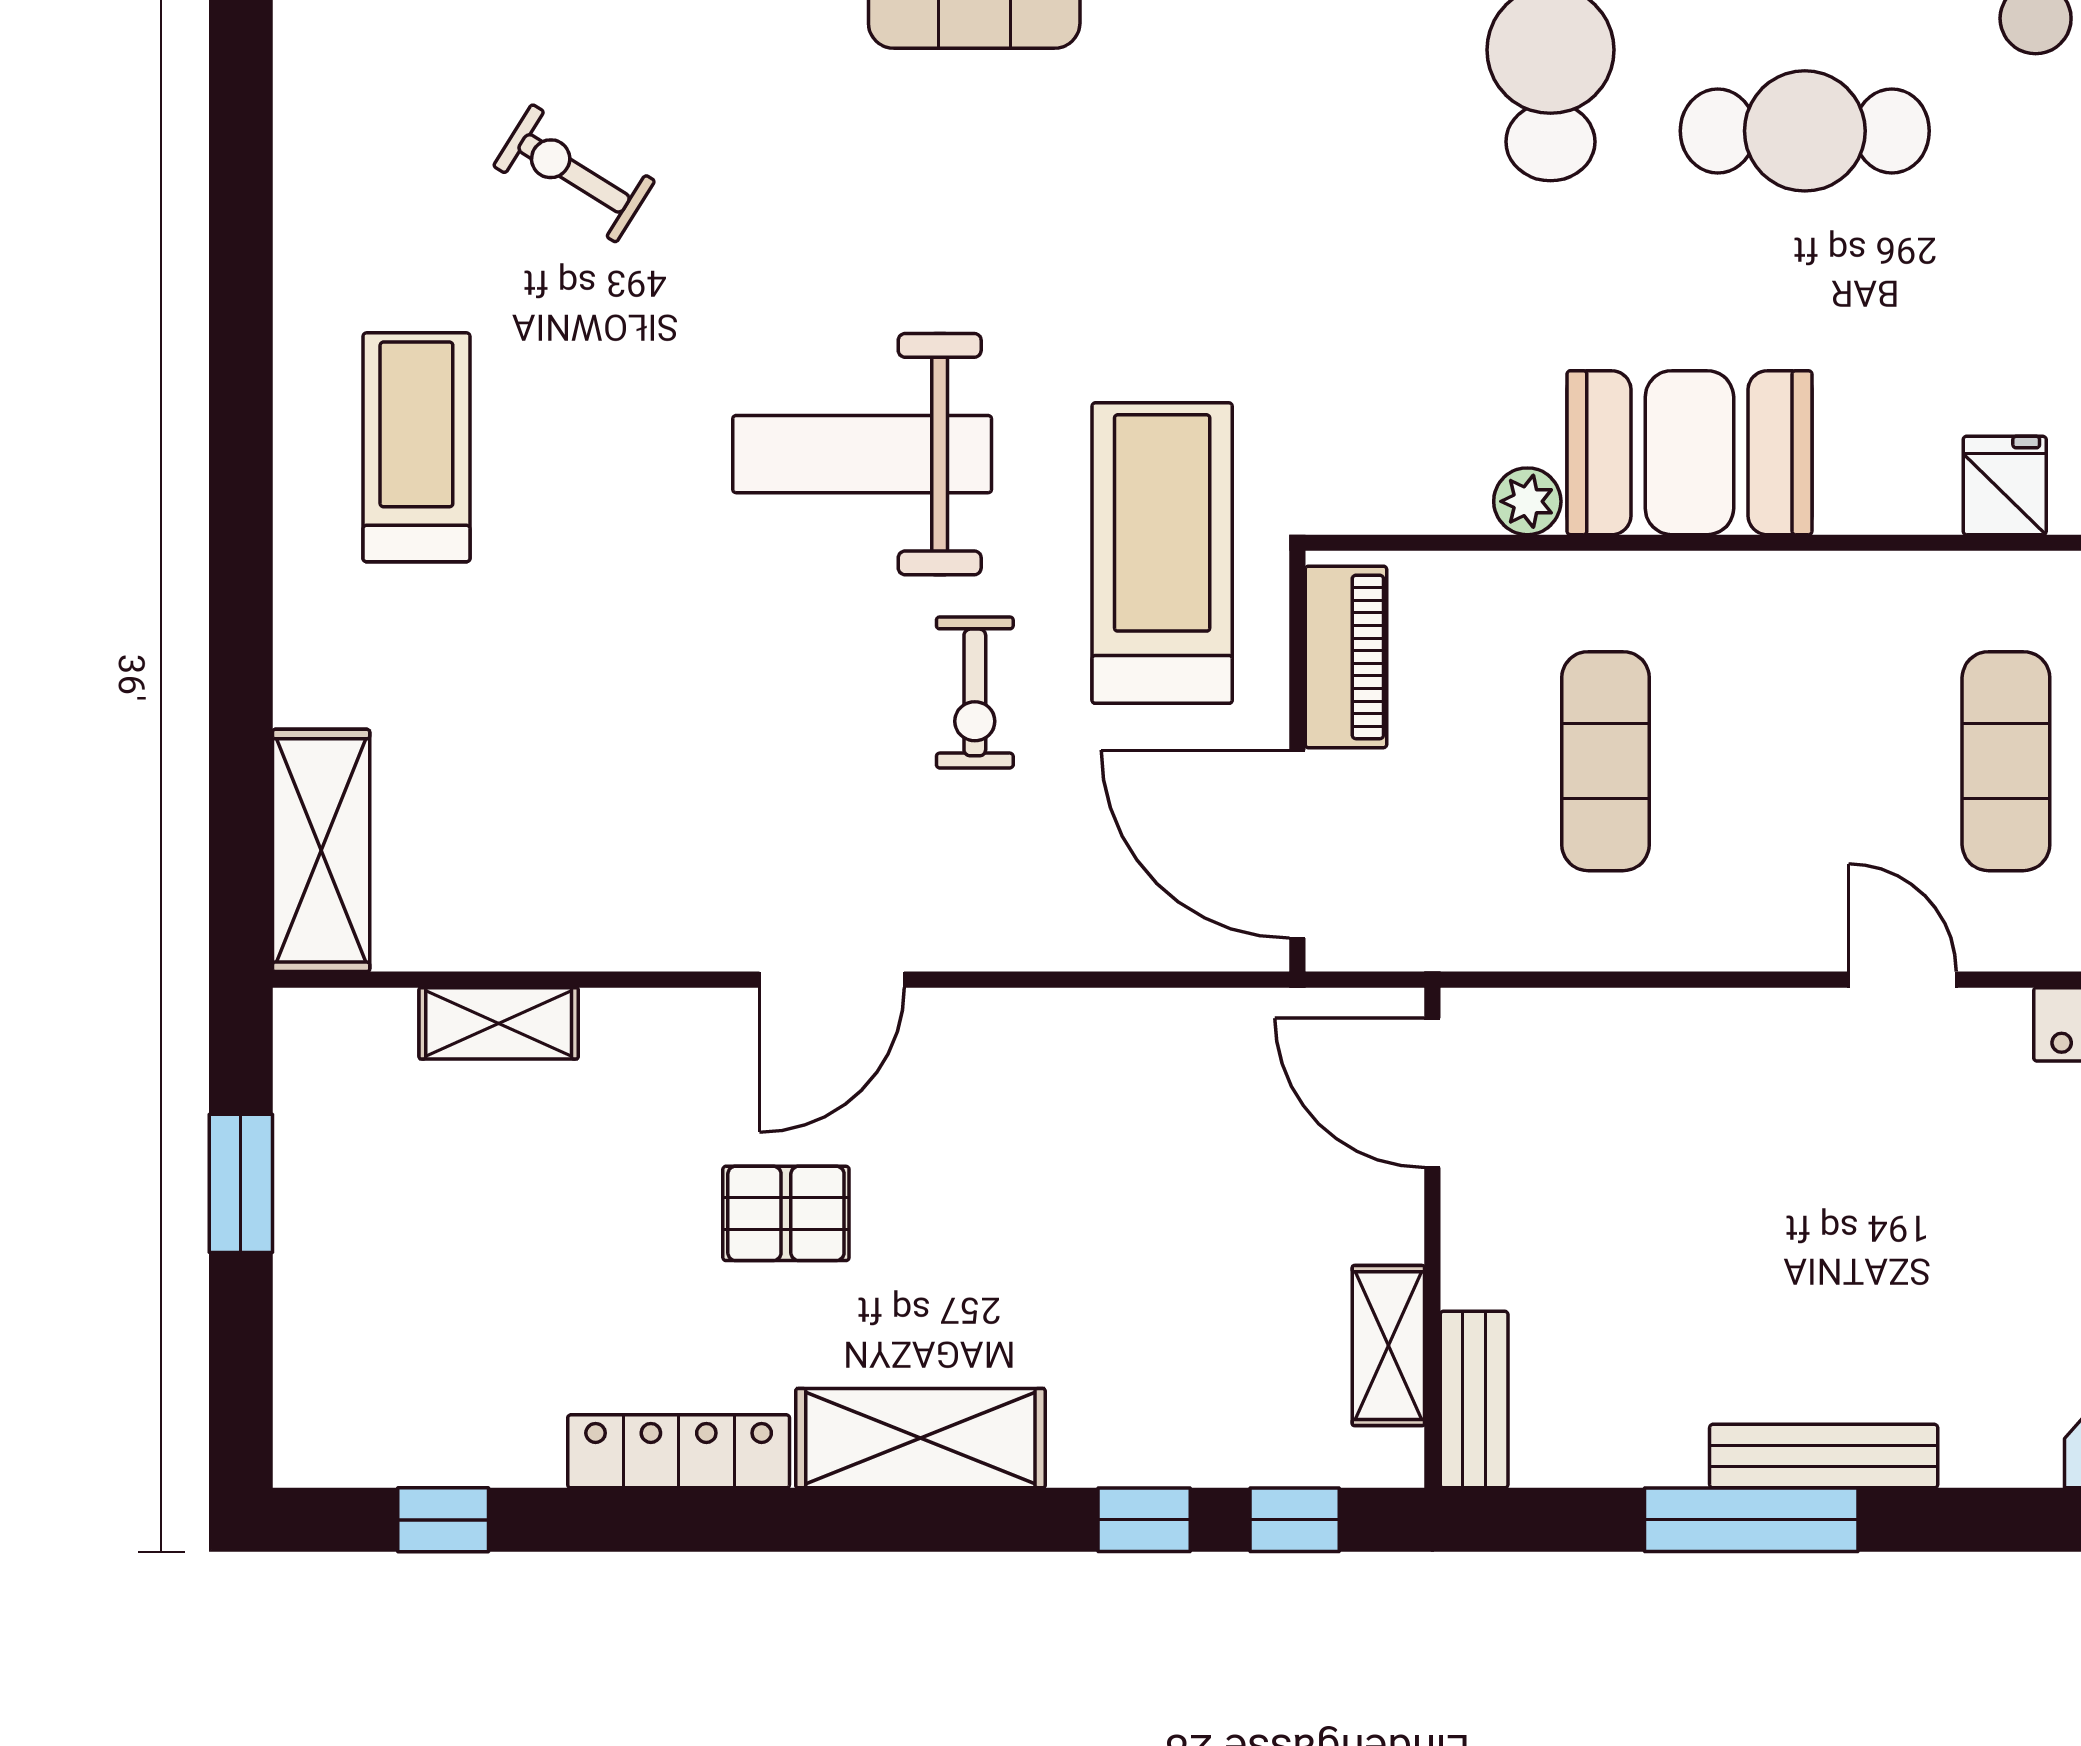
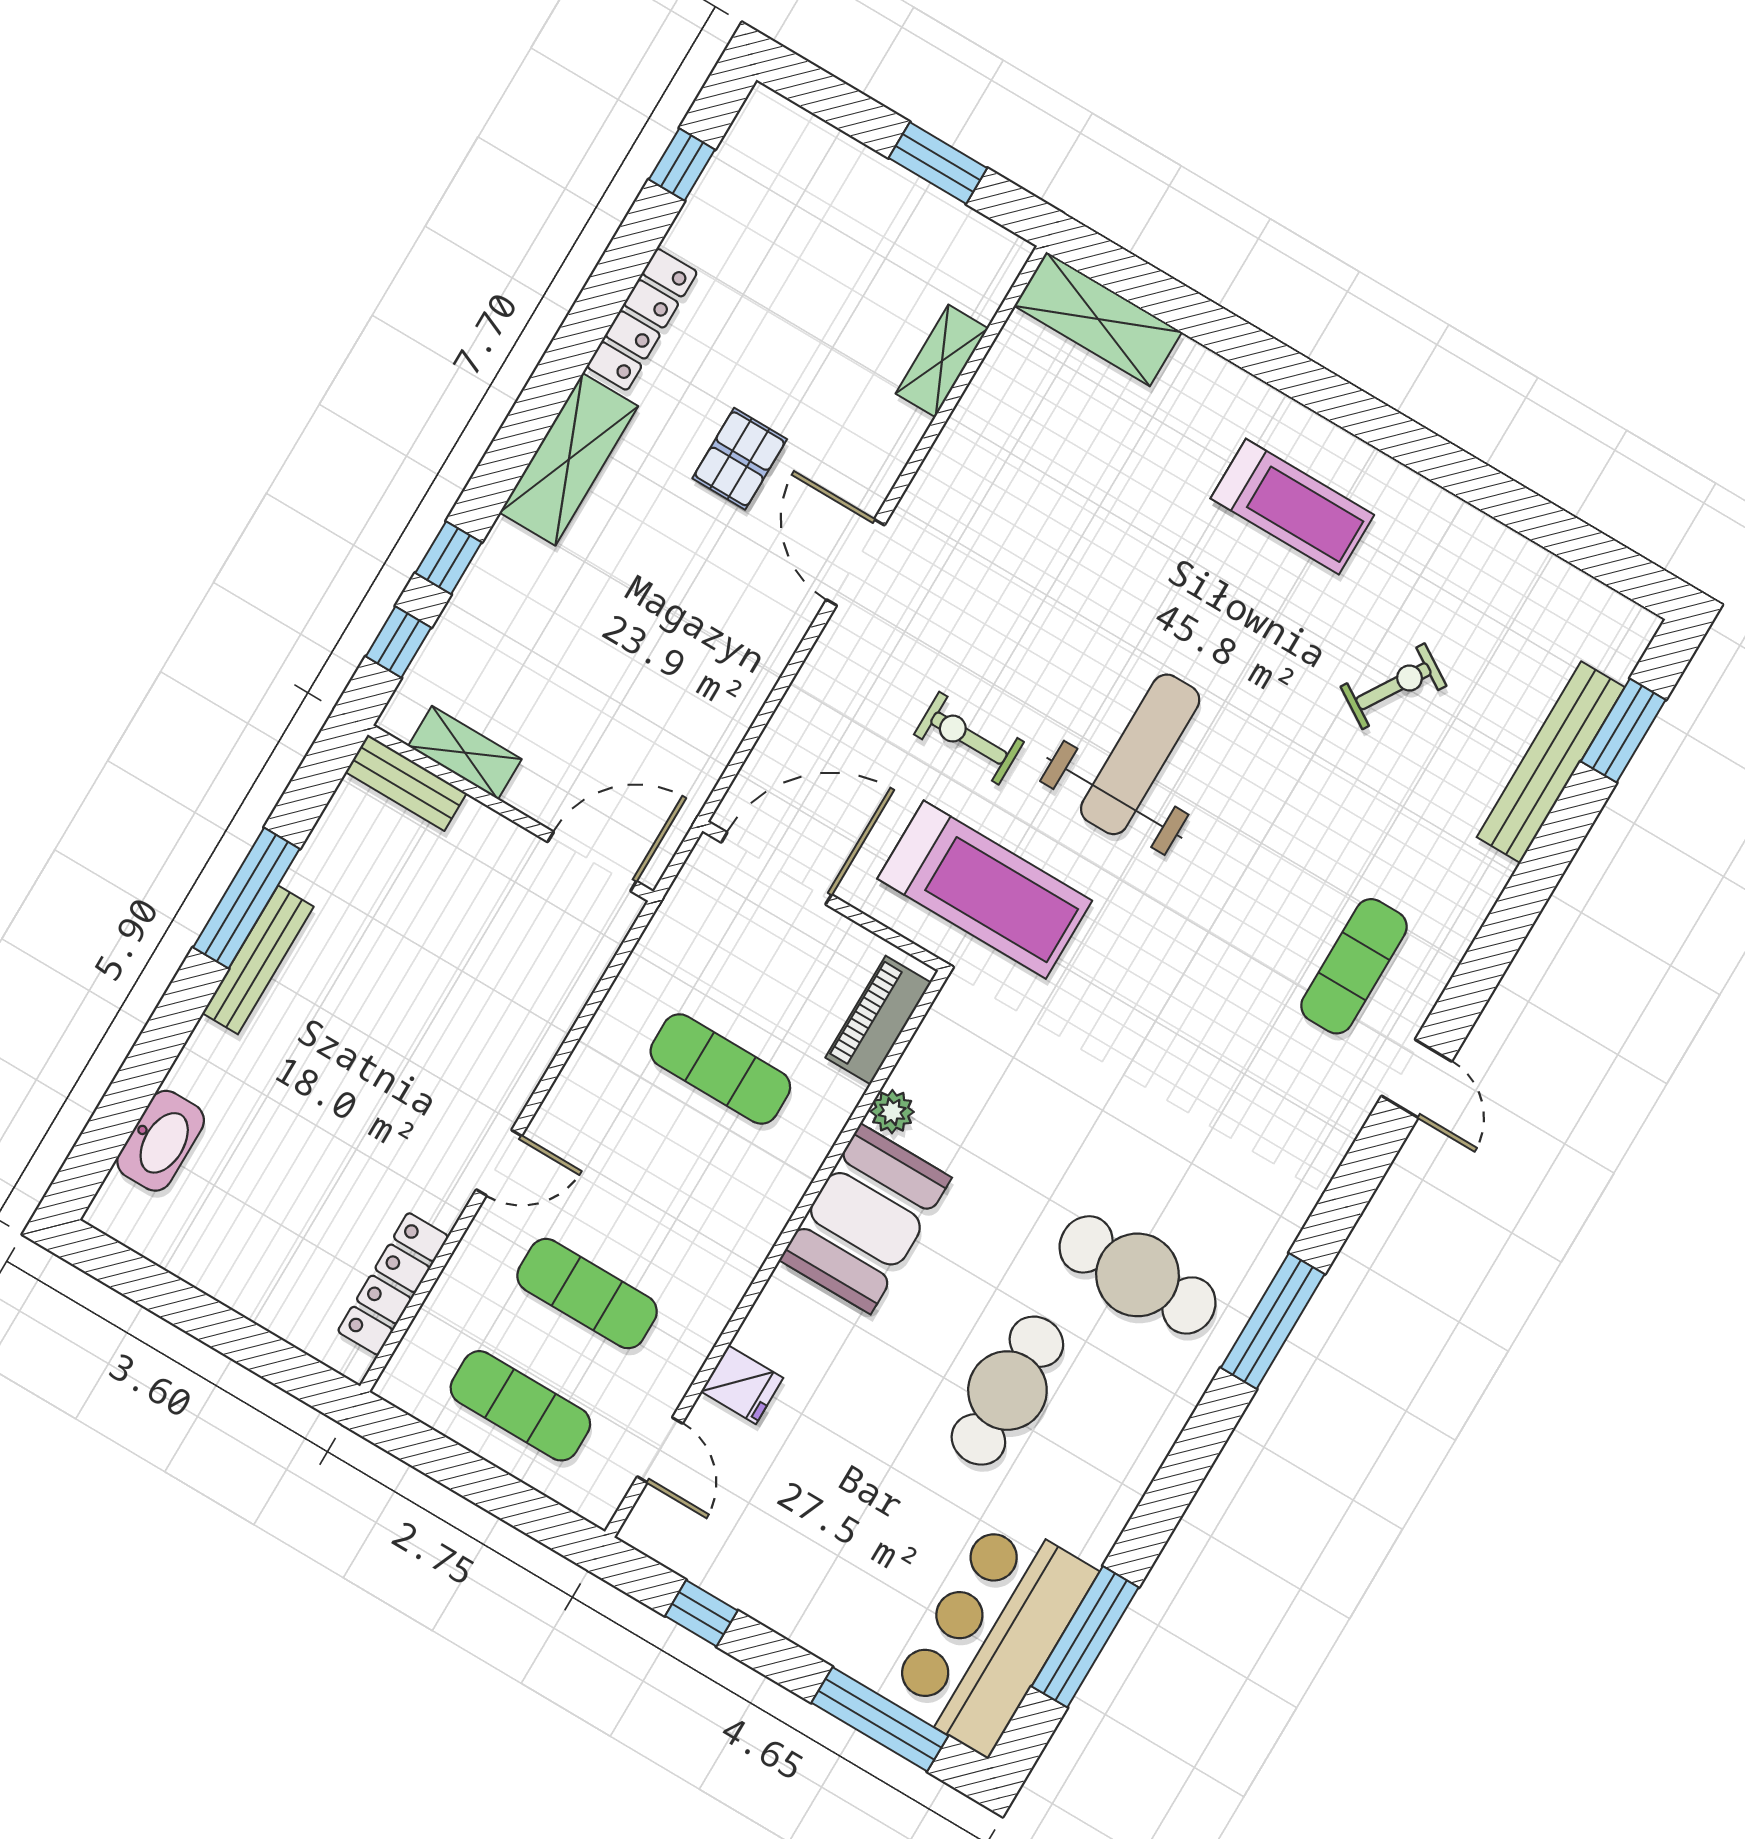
piano: (1346, 657) -> (878, 1020), moved, turned 90

